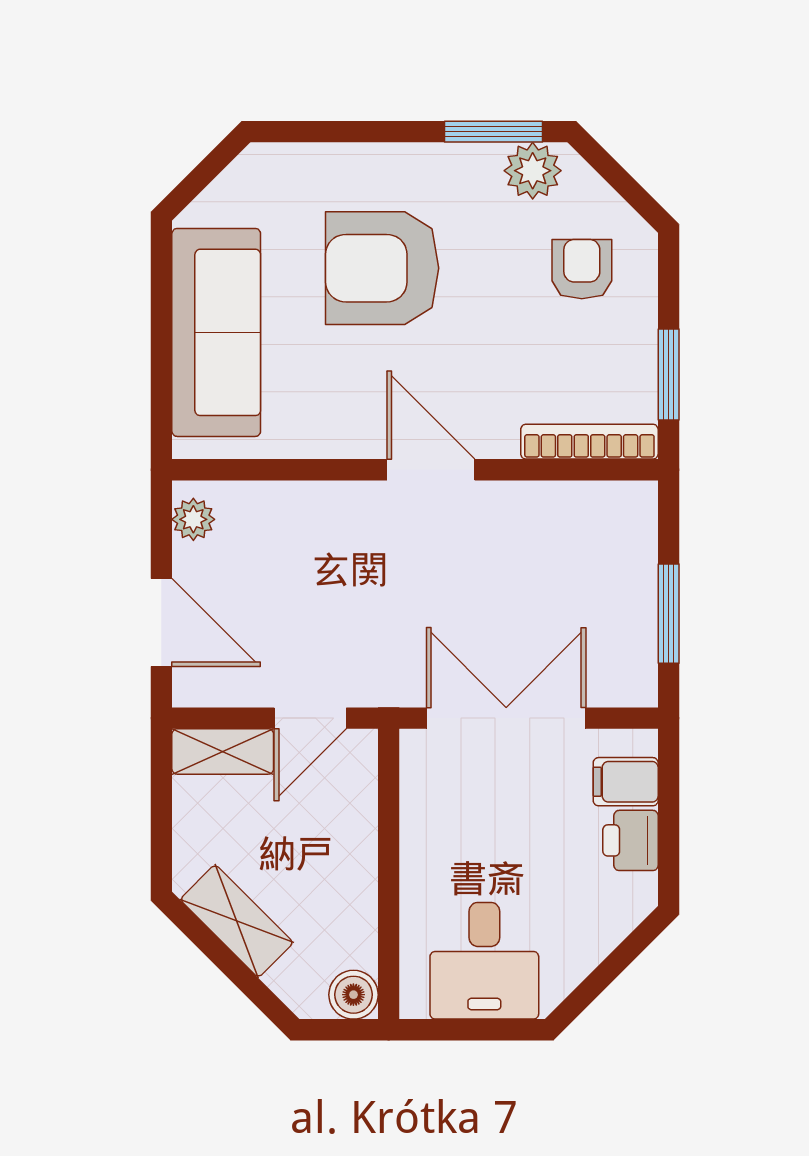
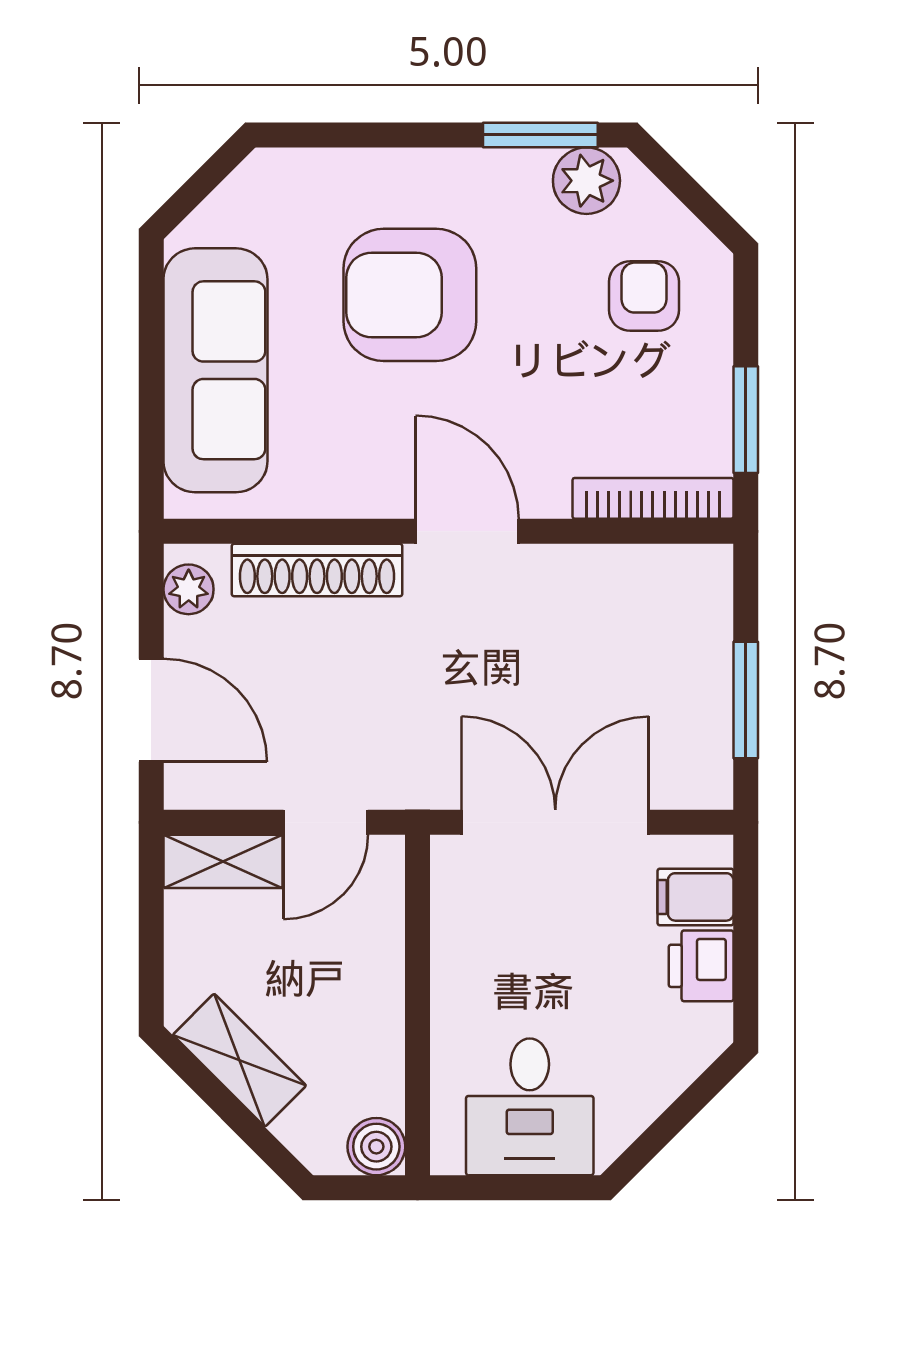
shoe rack: (303, 503) -> (317, 570), added

